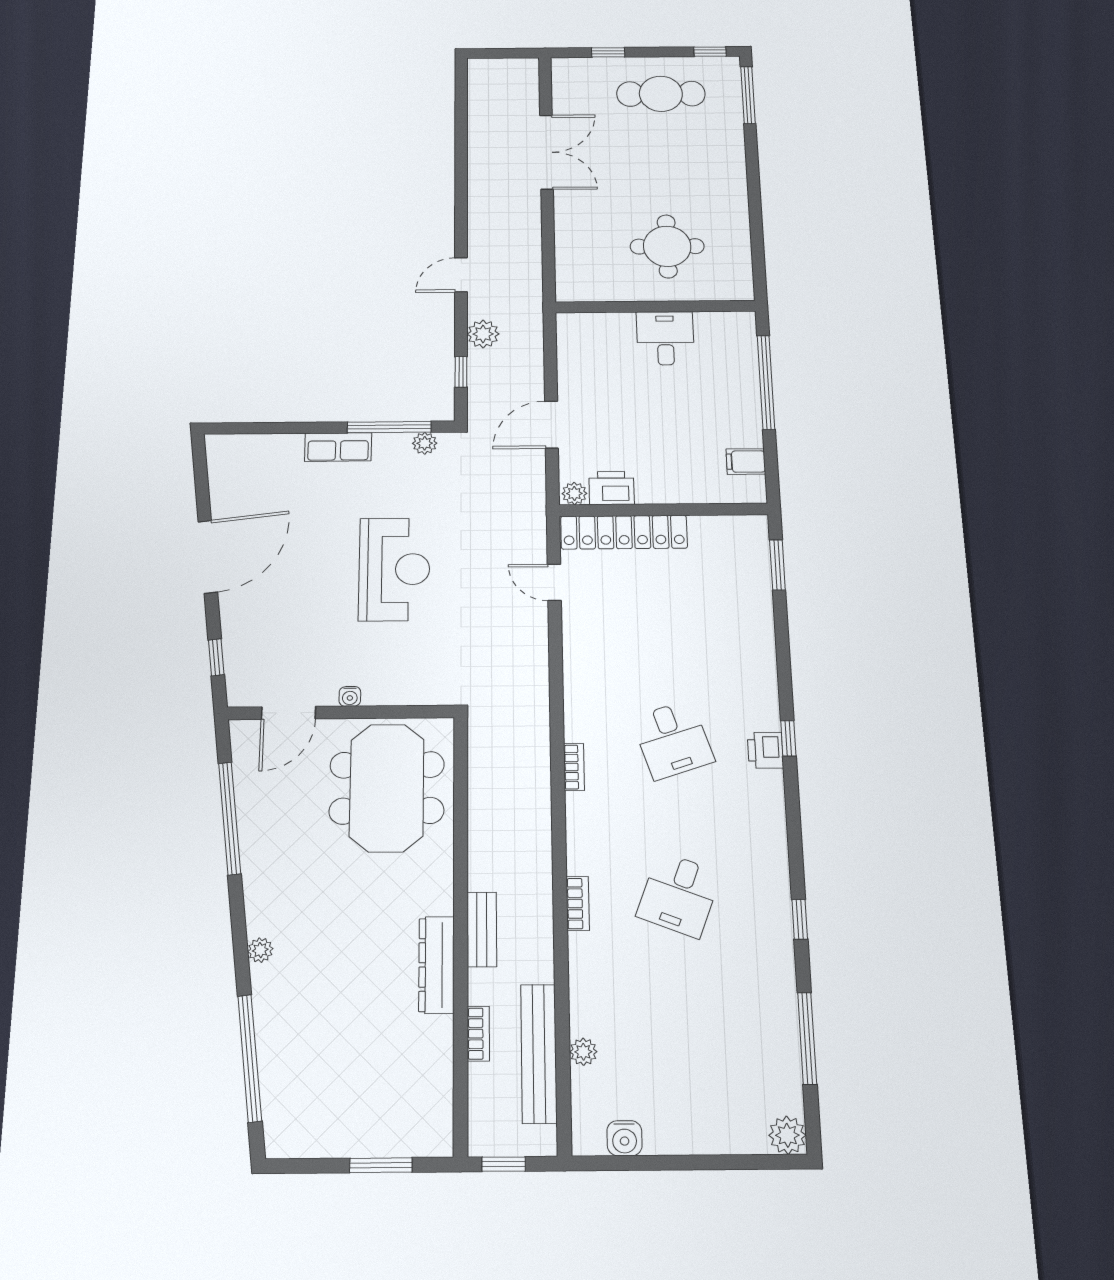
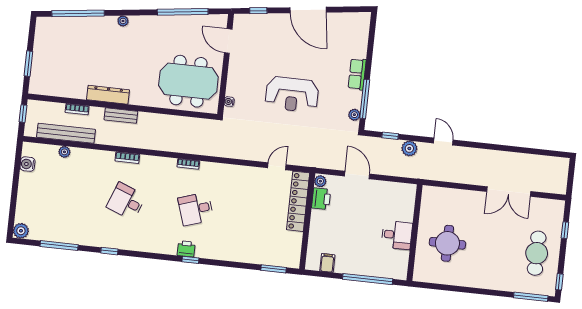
water cooler: (350, 696) -> (229, 102), moved

